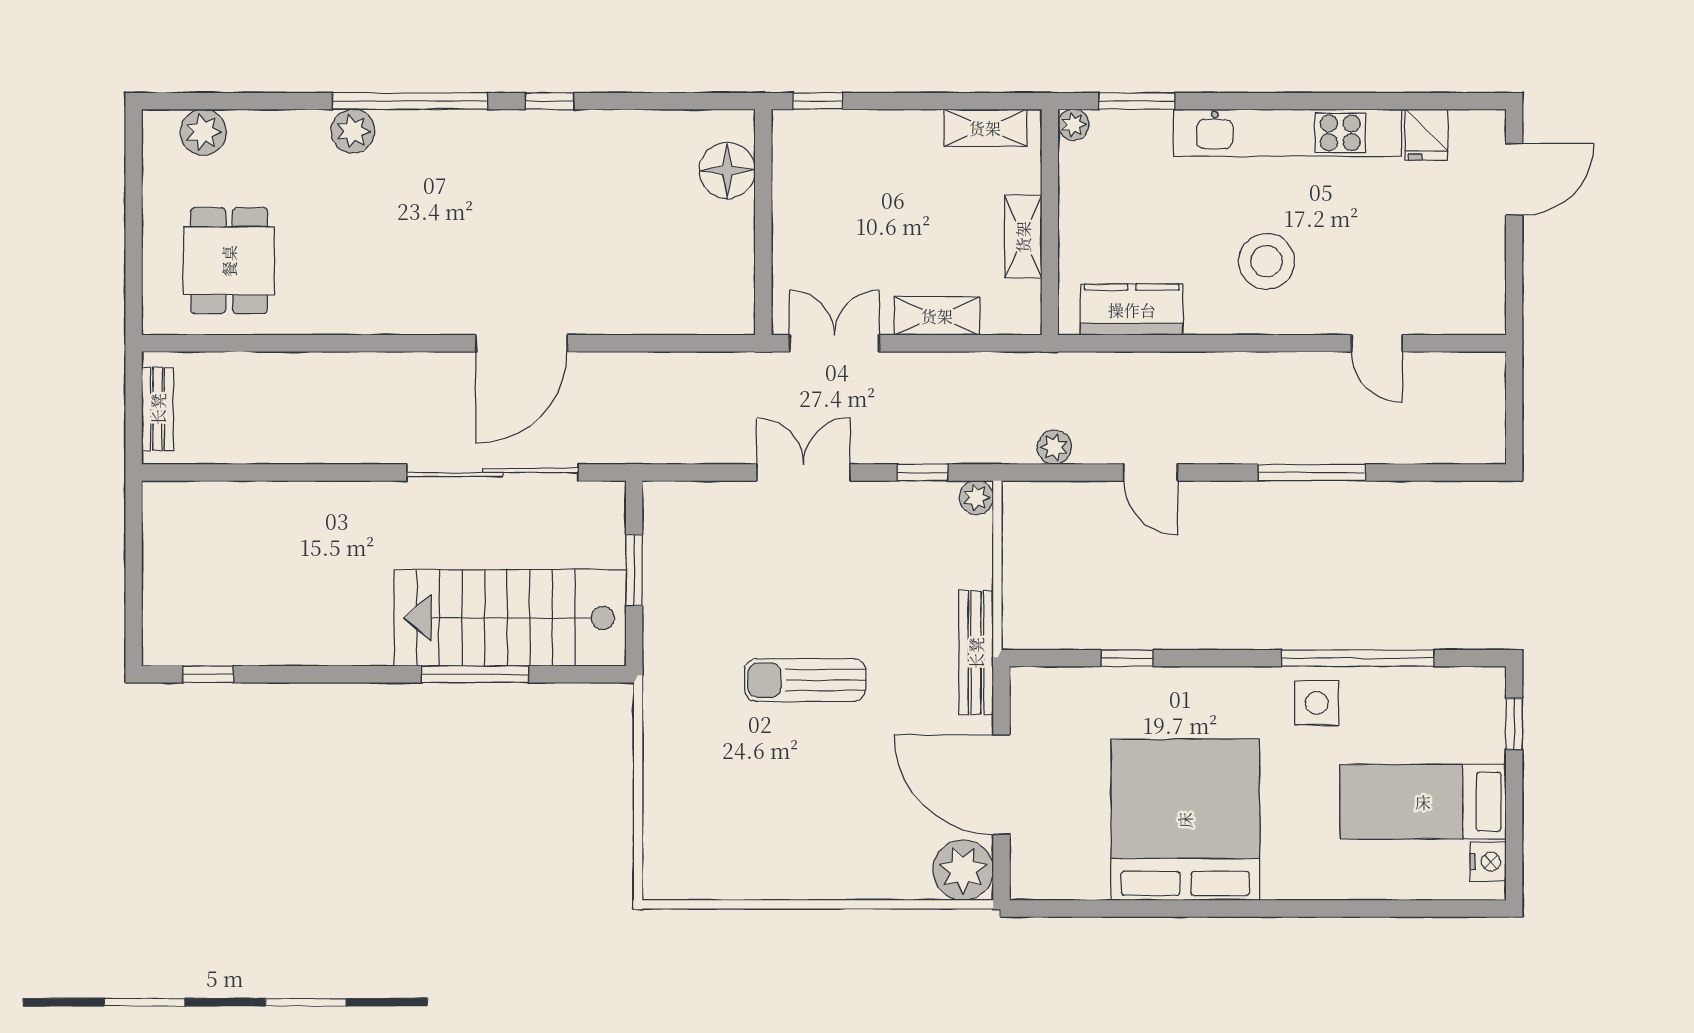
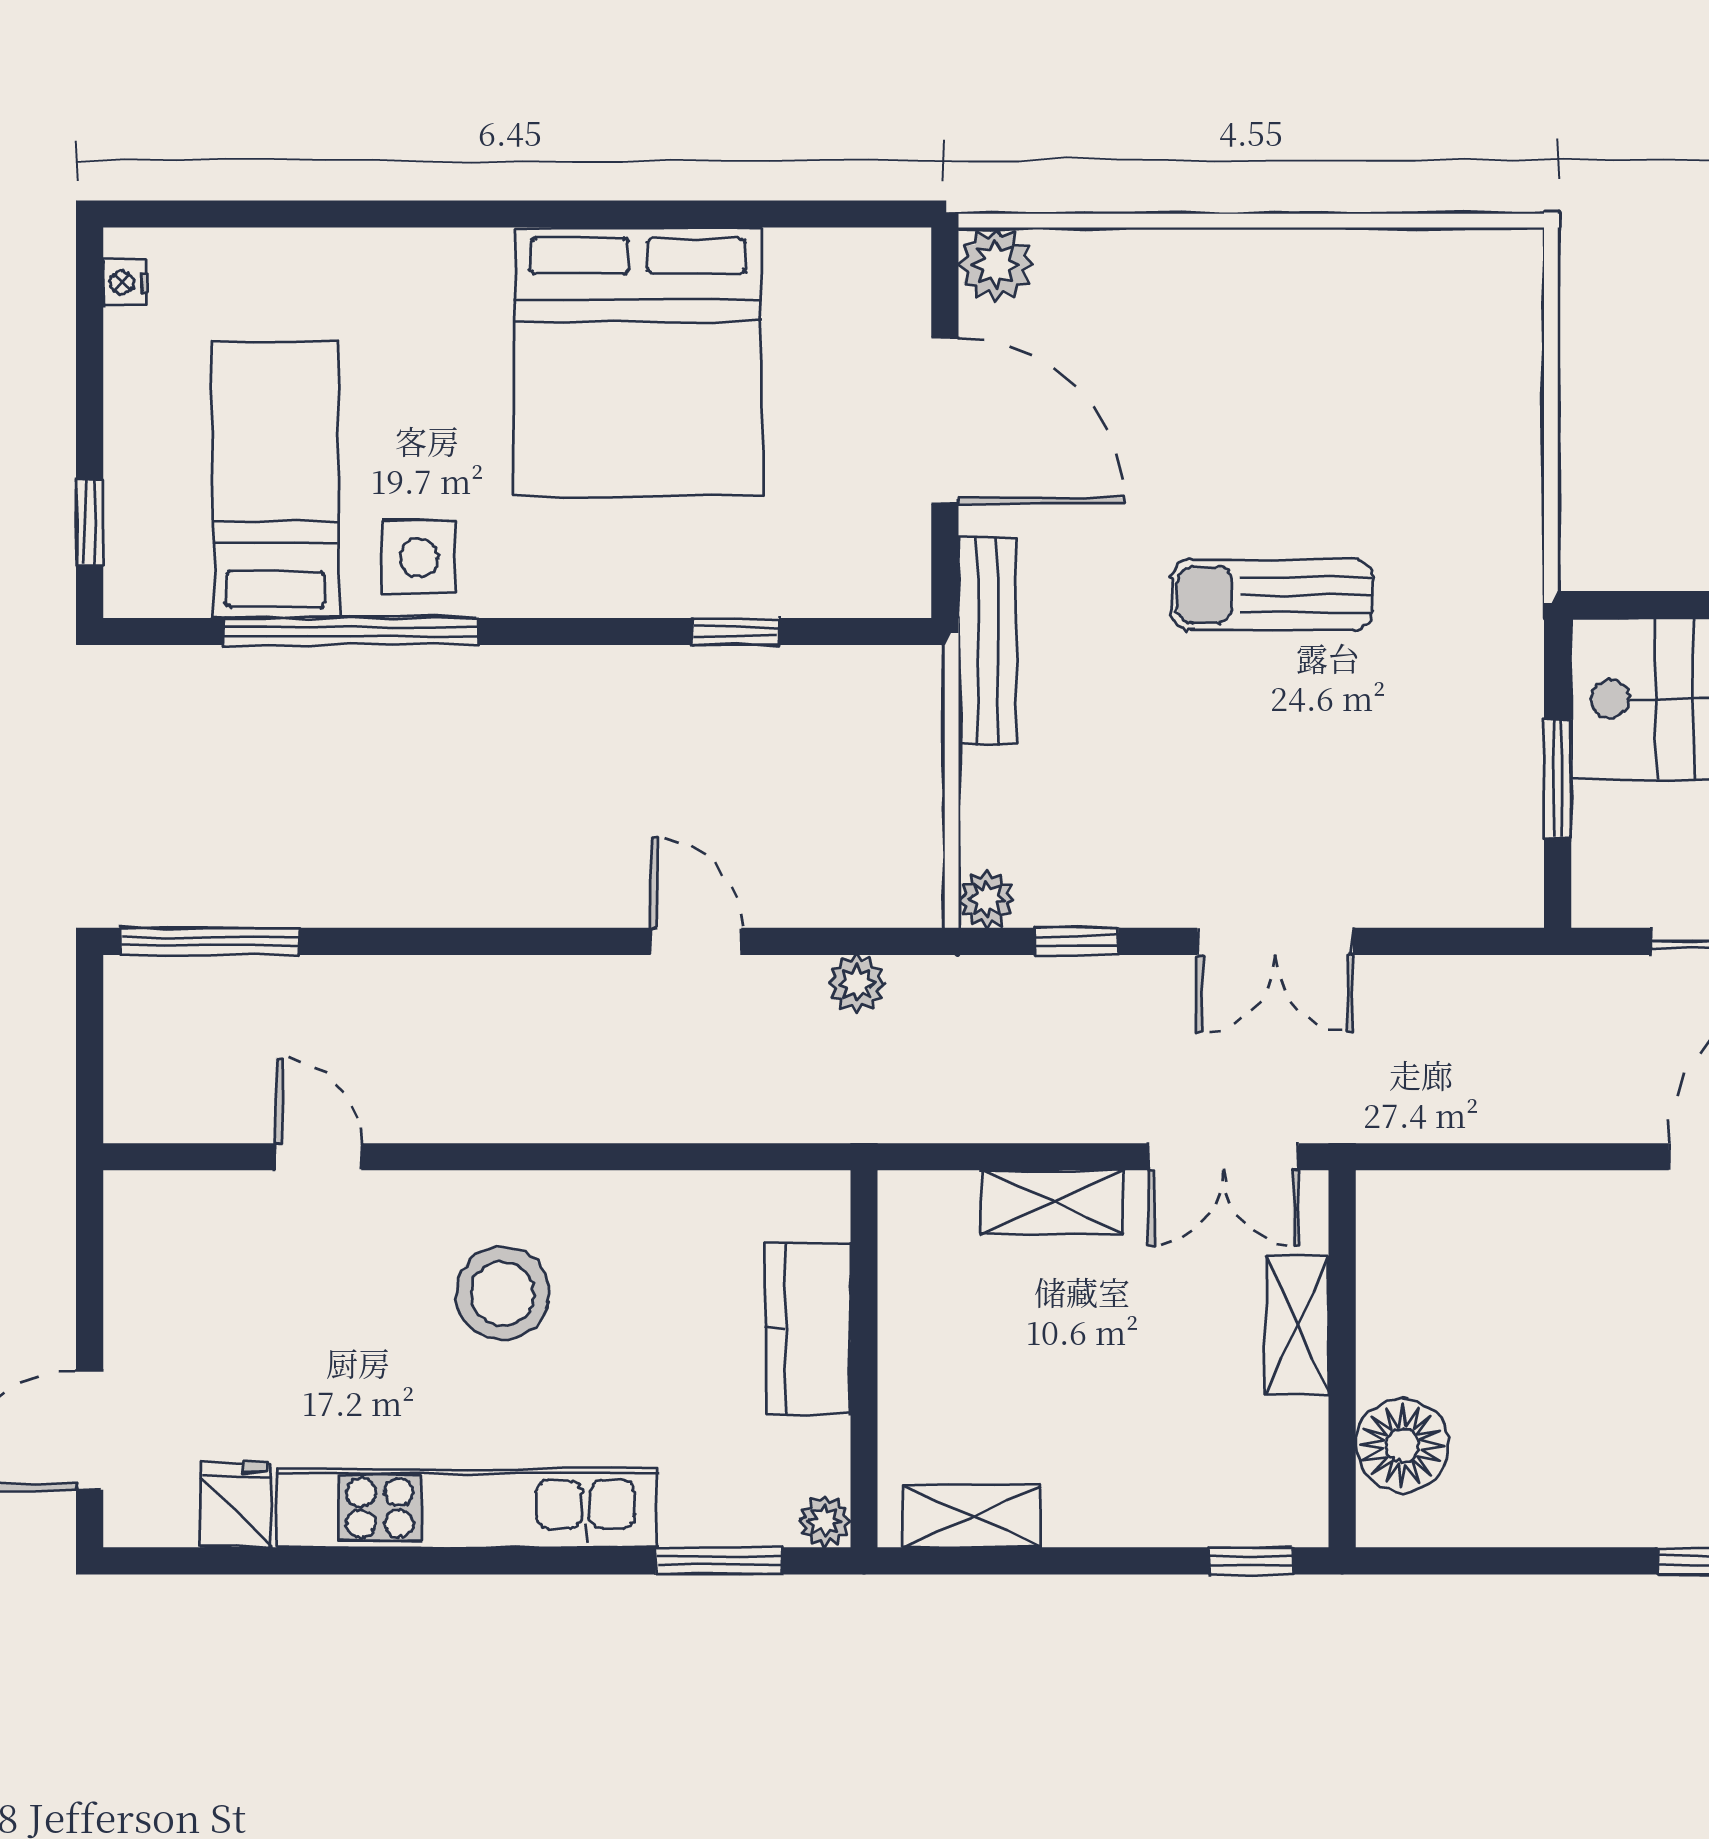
shelving: (1023, 237) -> (1298, 1325), moved
kitchen counter: (1132, 310) -> (808, 1328), moved, turned 90
window: (1312, 472) -> (210, 941), moved
sun lounger: (805, 680) -> (1272, 595), turned 180
bed: (1423, 802) -> (275, 480), moved, turned -90
nightstand: (1488, 862) -> (125, 283), width x0.72, depth x0.74
plant: (963, 870) -> (995, 264), width x0.73, depth x0.73

